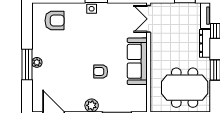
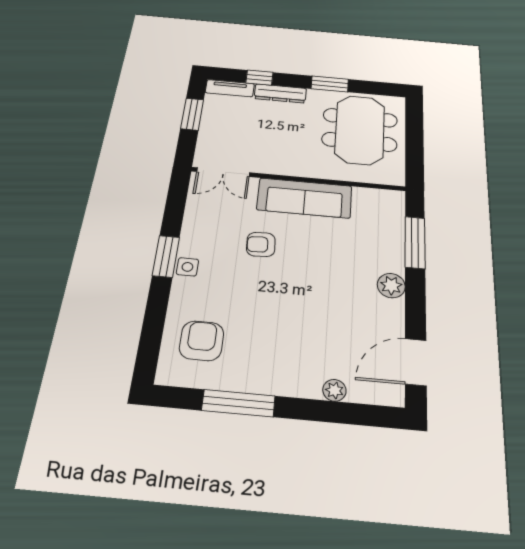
plant: (37, 62) -> (334, 390), moved
window: (27, 64) -> (238, 403), moved
armchair: (101, 71) -> (261, 244), moved, turned 87

